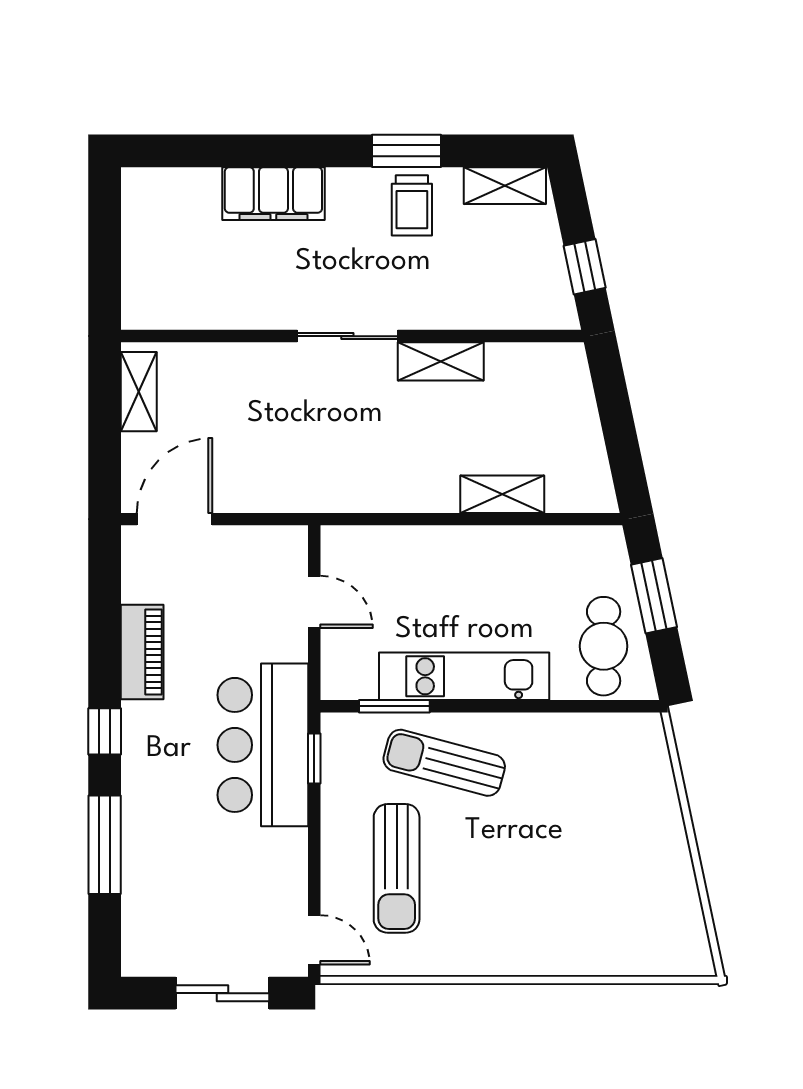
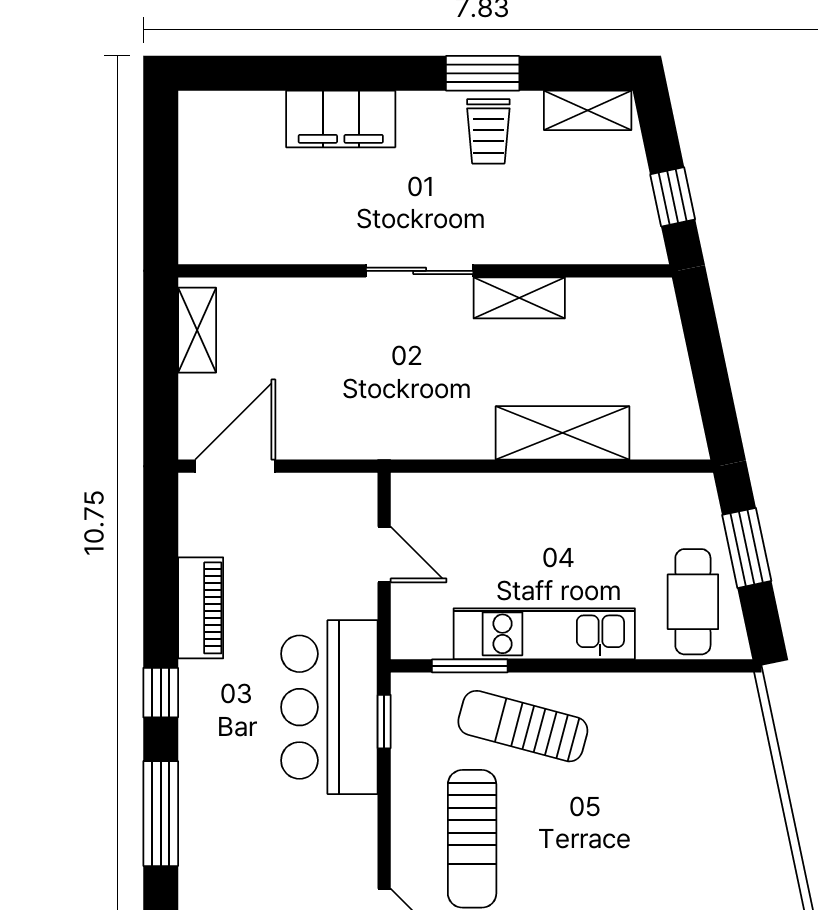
shelving: (502, 494) -> (563, 433), width x1.50, depth x1.33

